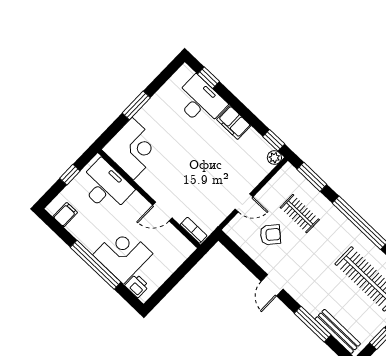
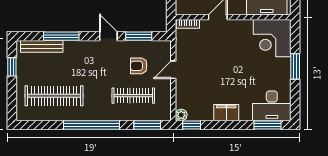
window: (209, 78) -> (267, 125), width x1.50
desk: (200, 101) -> (272, 106), moved
clothes rail: (300, 214) -> (133, 96), width x1.36
armchair: (270, 235) -> (139, 66), turned 49
window: (246, 260) -> (139, 36), added

